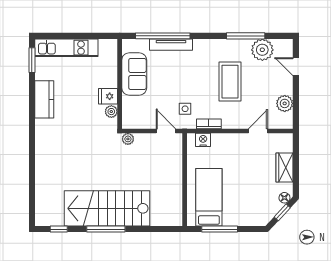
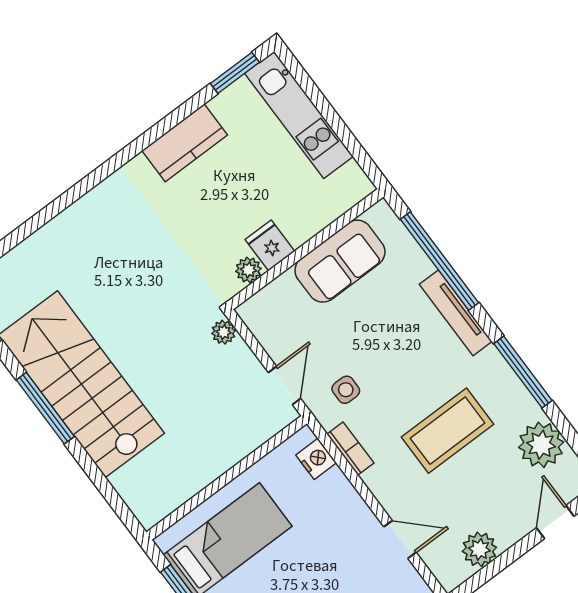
window: (246, 36) -> (523, 372), moved
tv unit: (171, 45) -> (456, 313), moved

